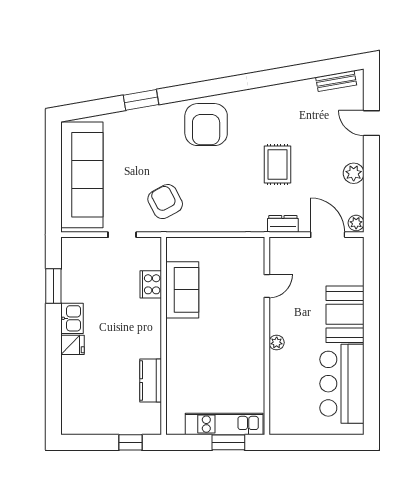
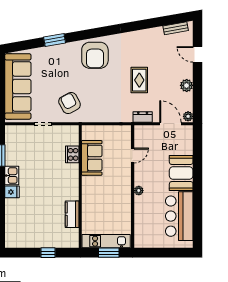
cooker: (151, 284) -> (72, 154), moved
sofa: (182, 290) -> (92, 158), moved
wall: (164, 336) -> (80, 187), moved
kitchen counter: (151, 381) -> (72, 214), moved

